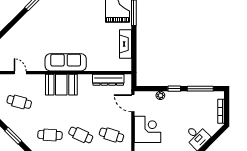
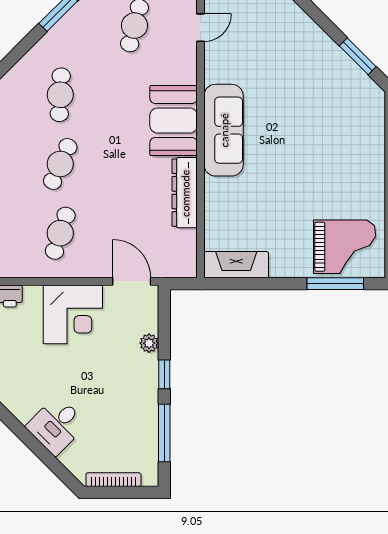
fireplace: (125, 44) -> (236, 265), moved
dresser: (108, 80) -> (185, 193), moved
door: (133, 103) -> (132, 281), hinge flipped

